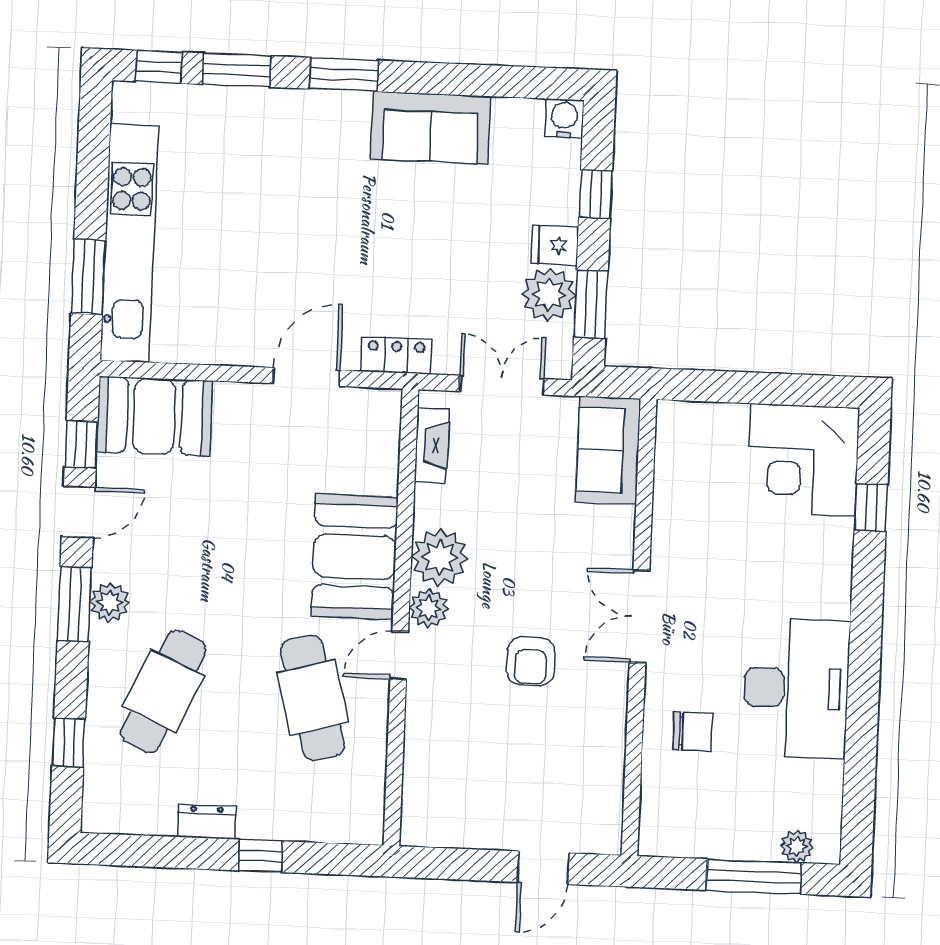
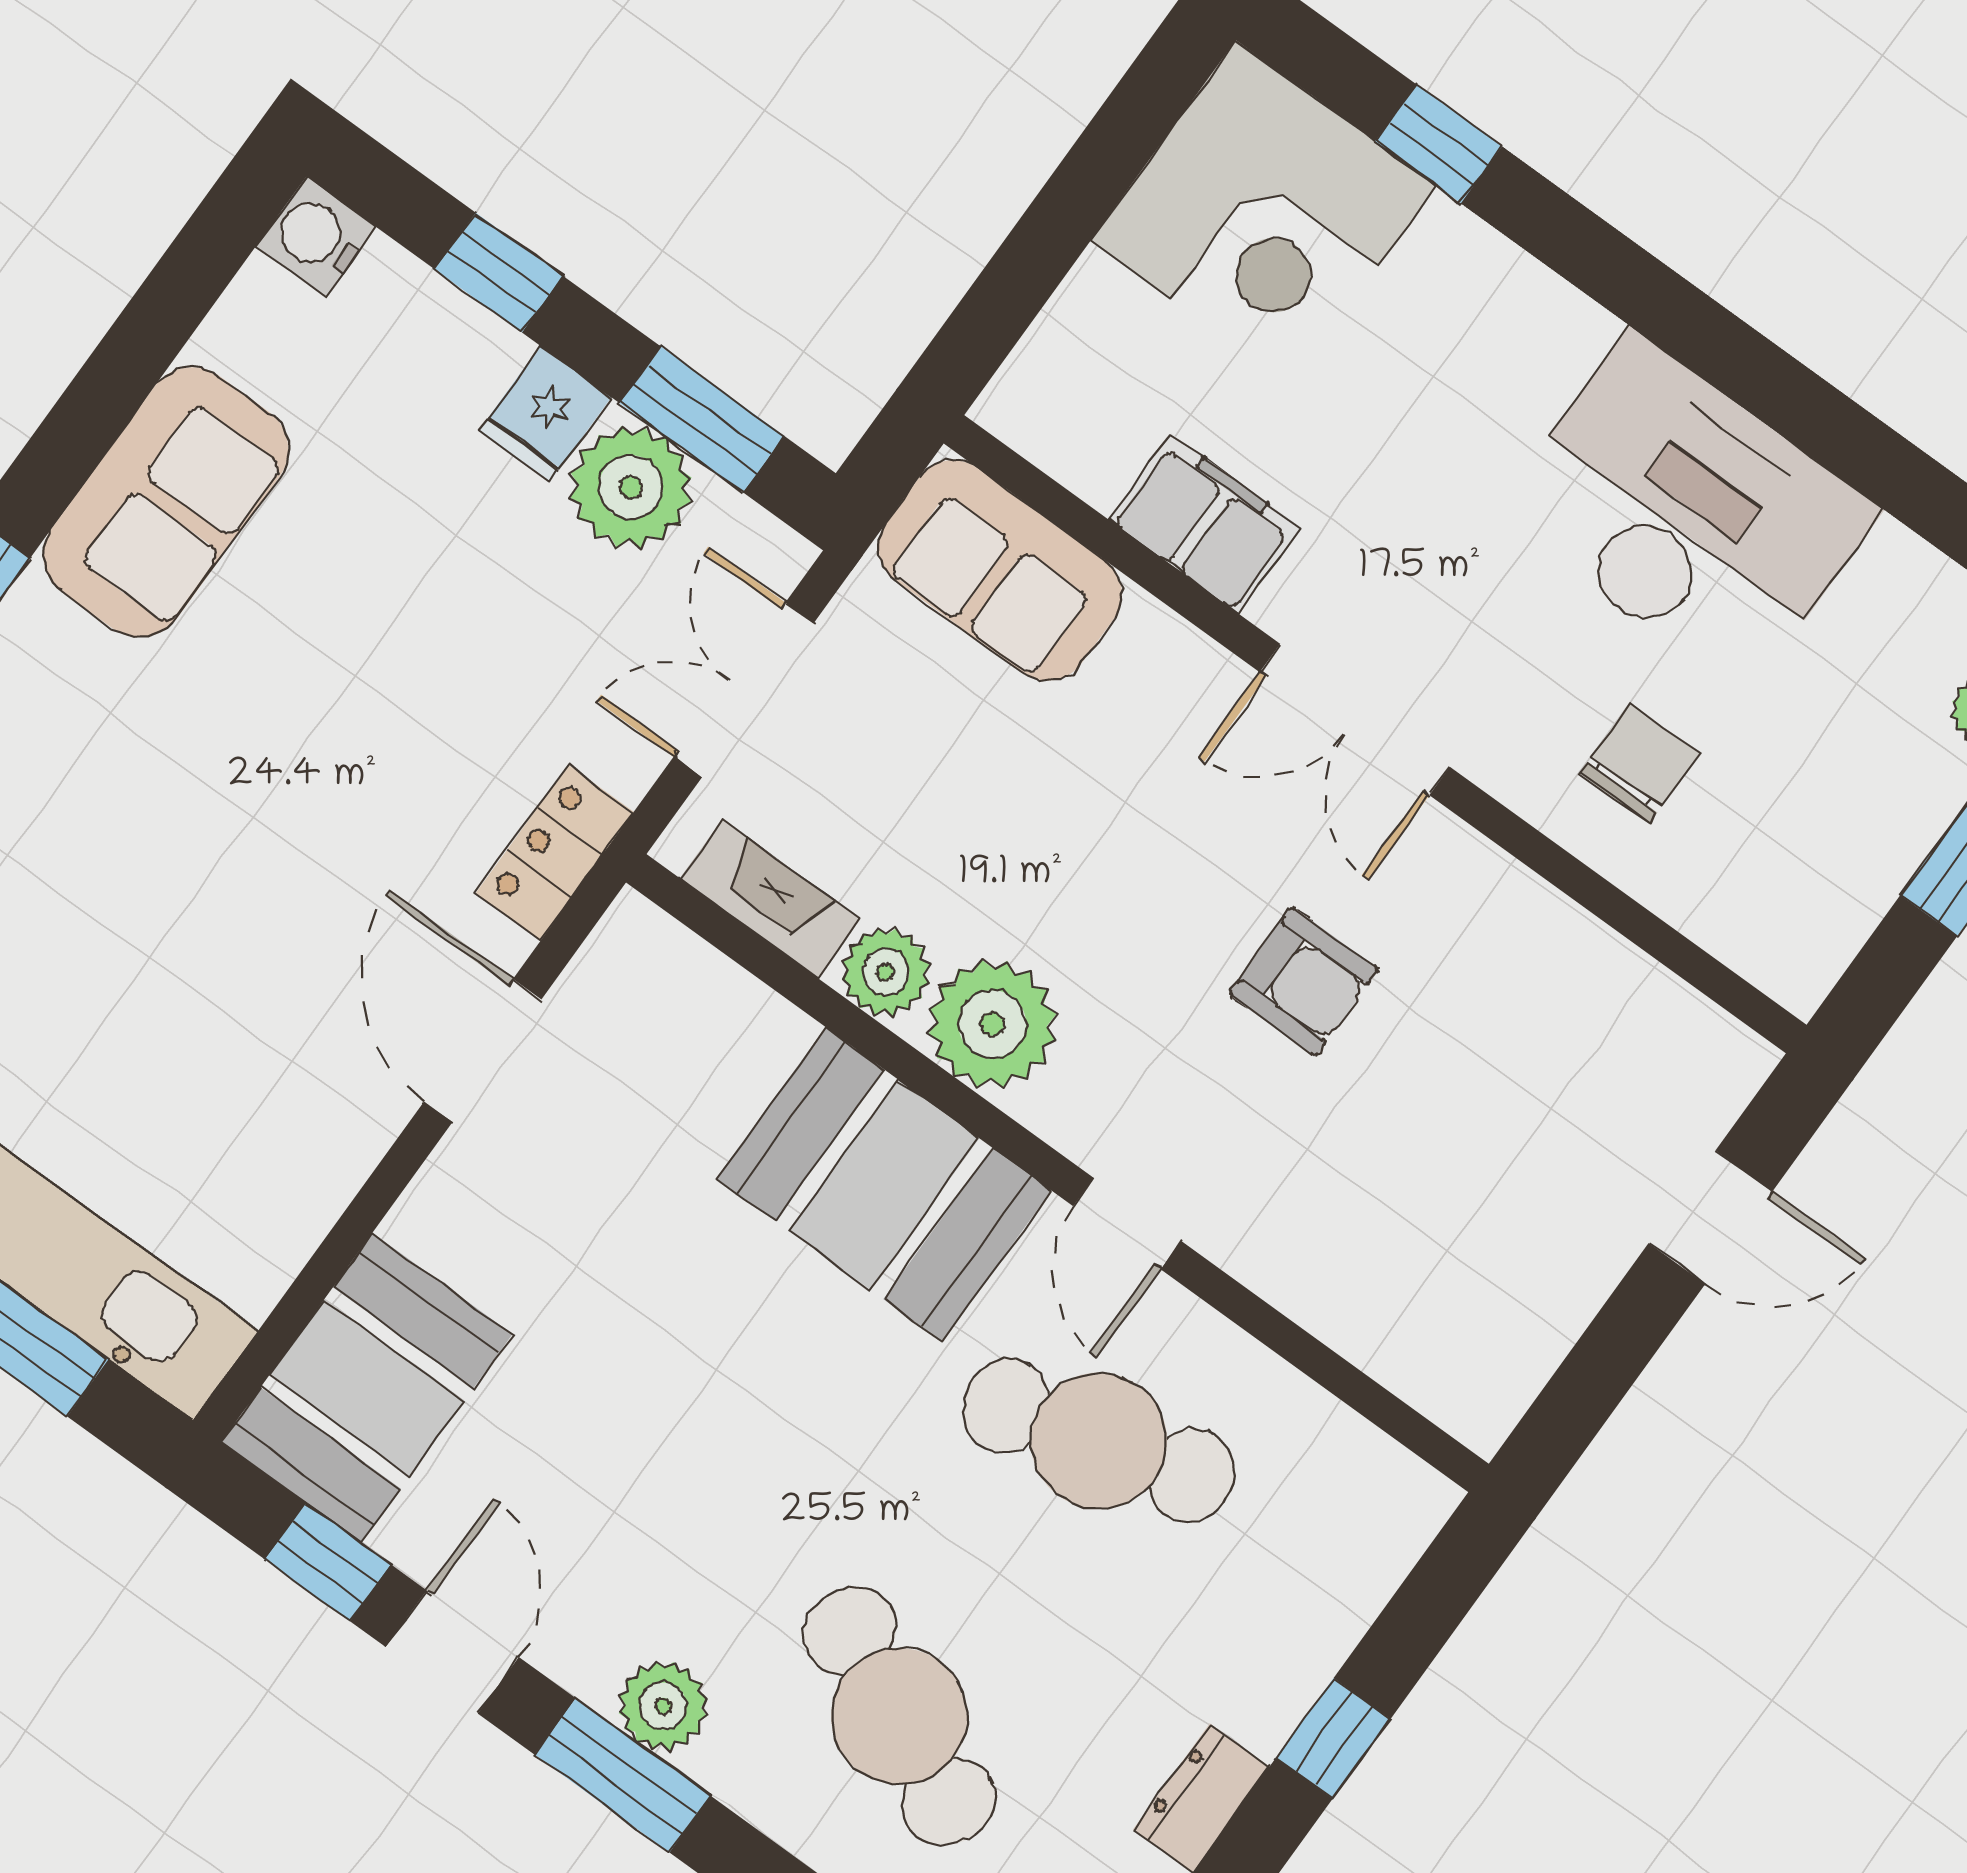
filing cabinet: (675, 514) -> (1205, 524), added
plant: (429, 608) -> (886, 972), moved
door: (543, 868) -> (1710, 1217), hinge flipped

